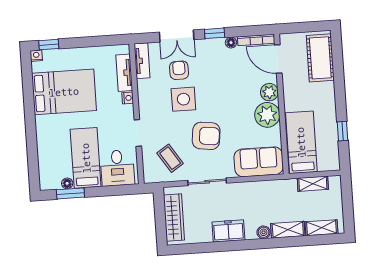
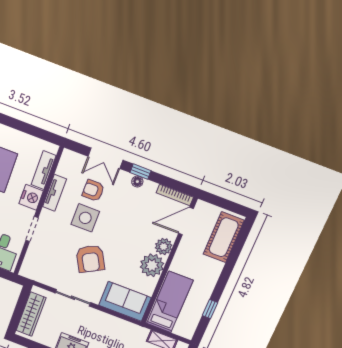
floor lamp: (231, 43) -> (137, 182), moved
door: (278, 59) -> (186, 221), hinge flipped
tv unit: (142, 61) -> (55, 193), moved
armchair: (179, 70) -> (93, 190), turned -90
nightstand: (128, 98) -> (31, 197), width x1.89, depth x1.79
armchair: (206, 136) -> (90, 259), turned 54
coffee table: (170, 158) -> (50, 263), removed

